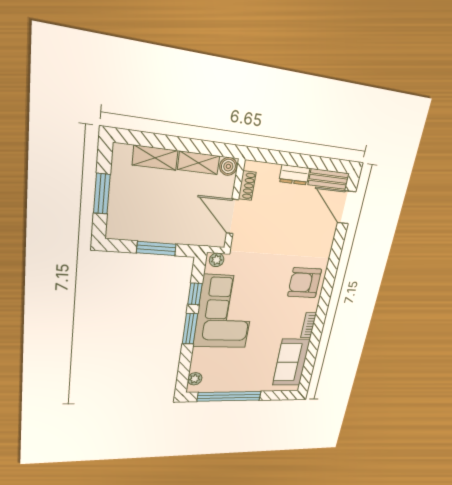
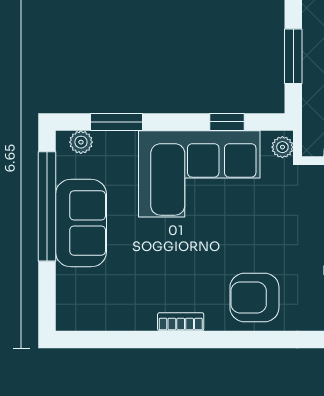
armchair: (305, 283) -> (254, 297), turned -90
window: (190, 329) -> (117, 122), moved
sofa: (291, 362) -> (81, 223), moved, turned 90

